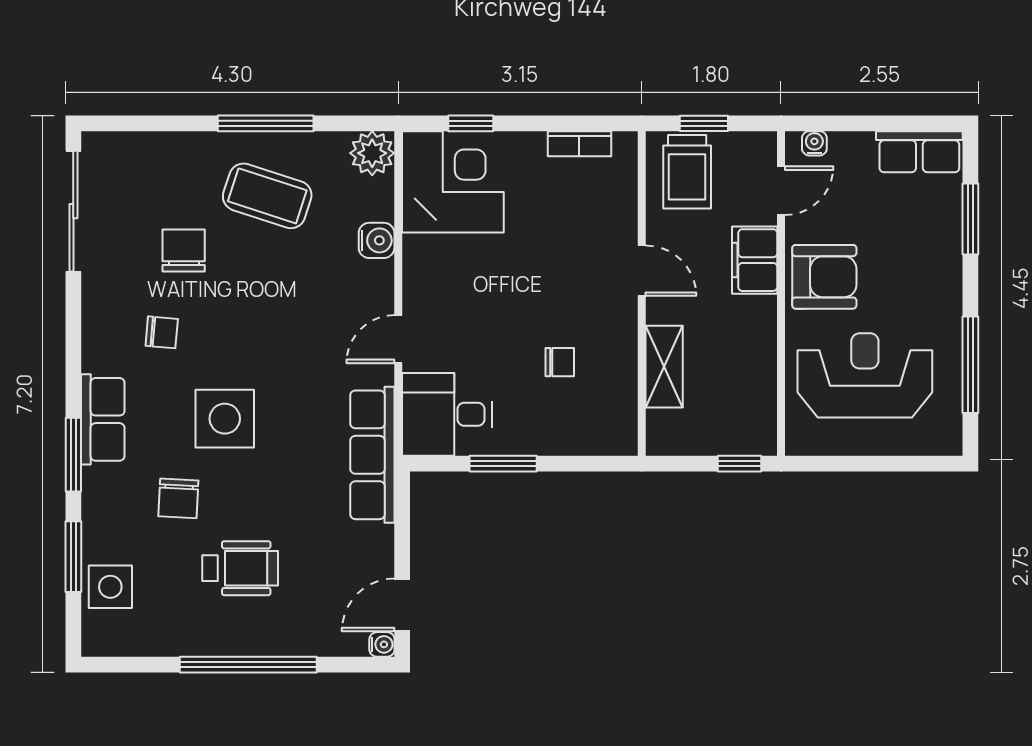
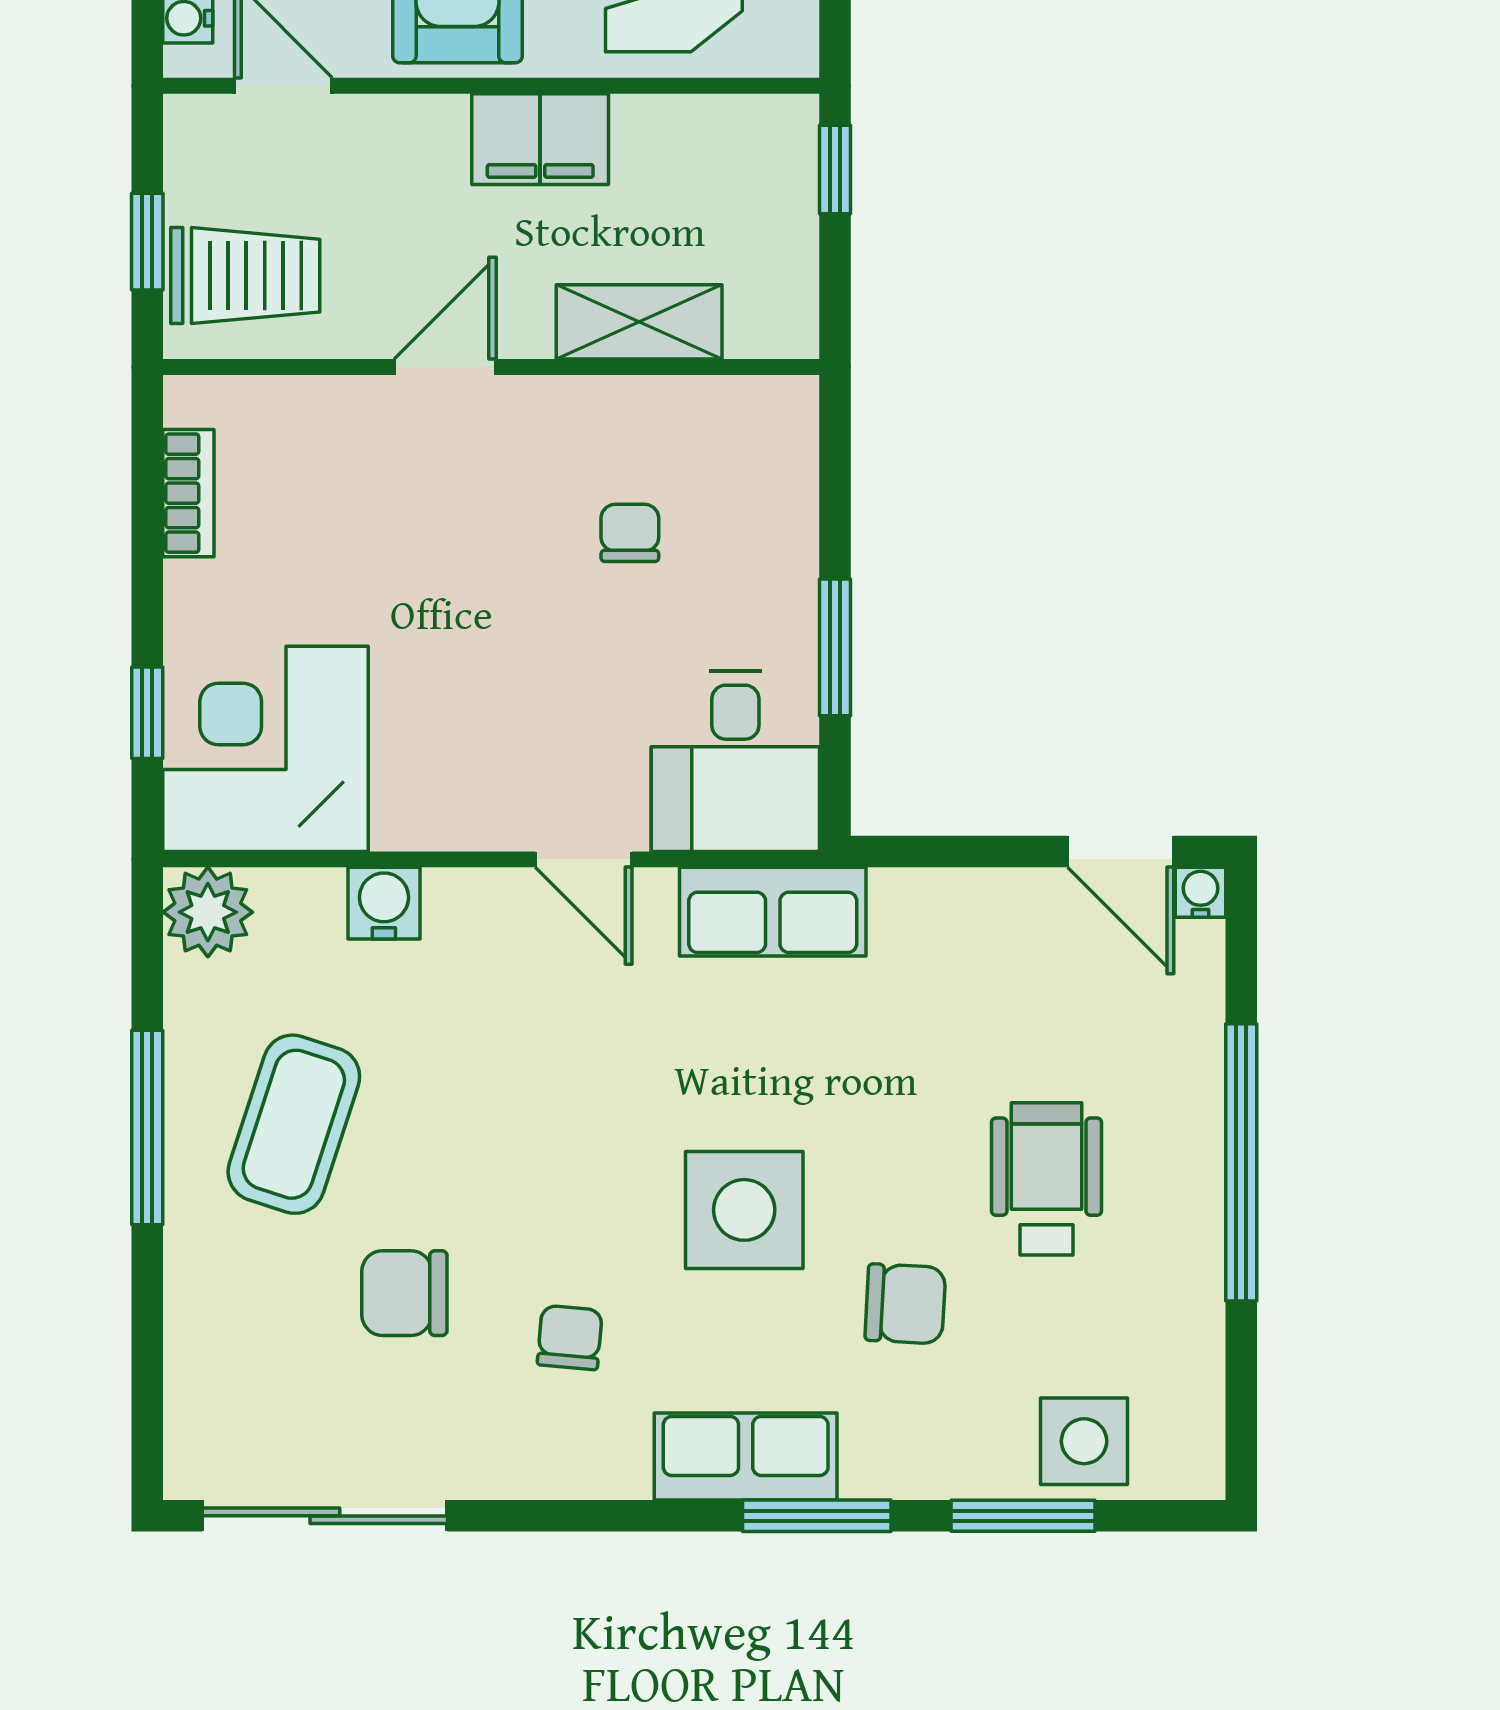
filing cabinet: (755, 260) -> (540, 139), moved
row of seats: (372, 455) -> (773, 912), width x0.68

